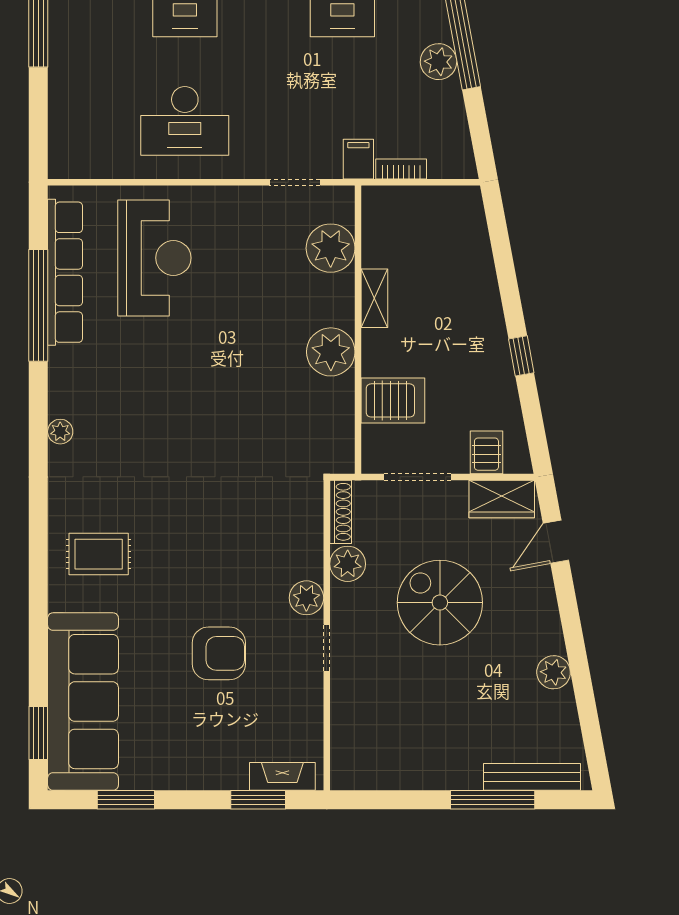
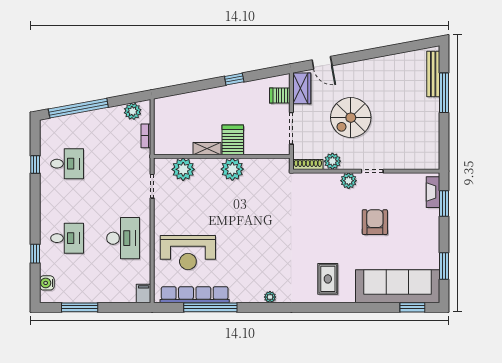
plant: (439, 62) -> (133, 111), moved
filing cabinet: (358, 159) -> (144, 294), moved, turned 90
reception desk: (154, 258) -> (188, 253), turned 180
server rack: (393, 400) -> (233, 140), moved
plant: (554, 672) -> (384, 64), removed

